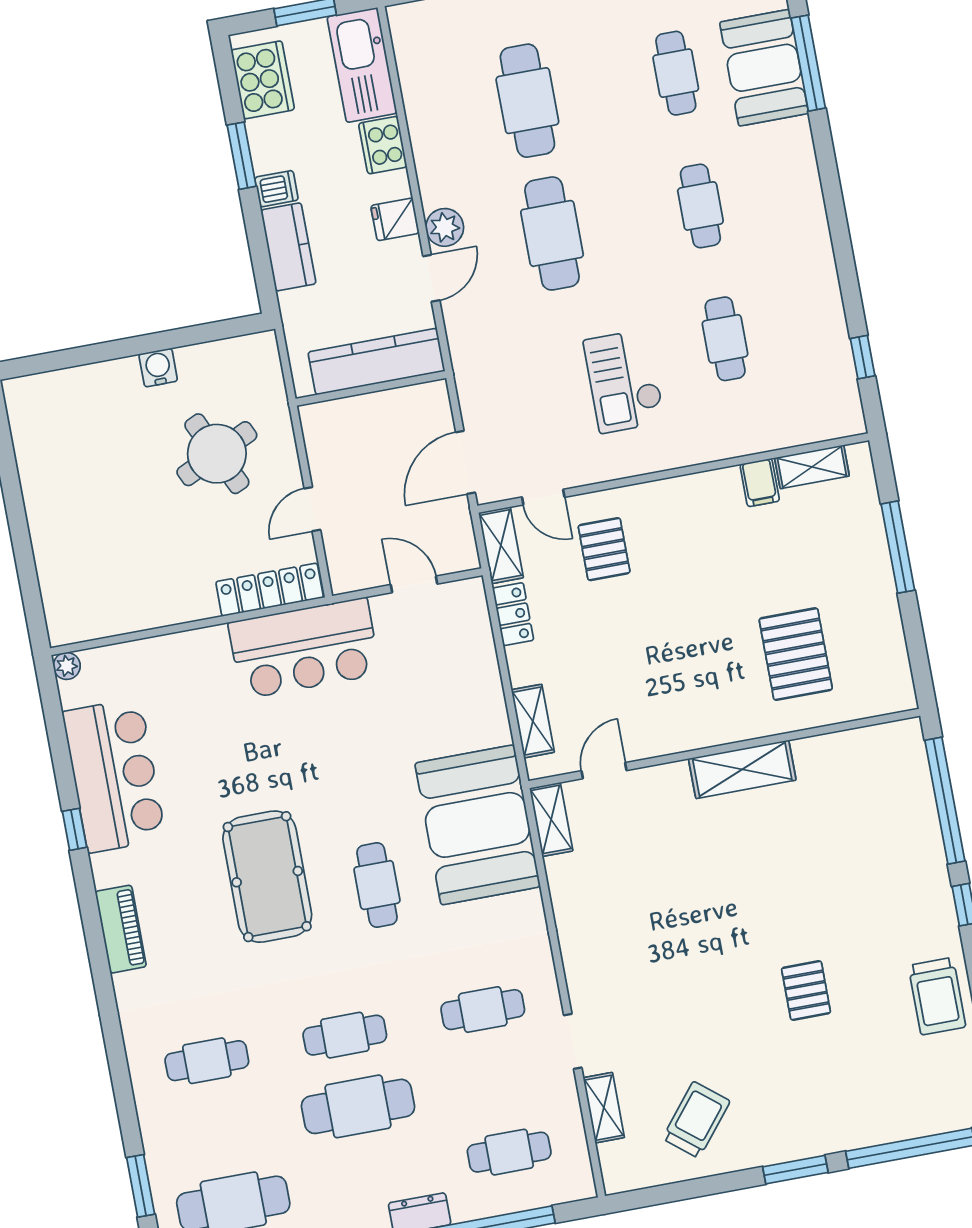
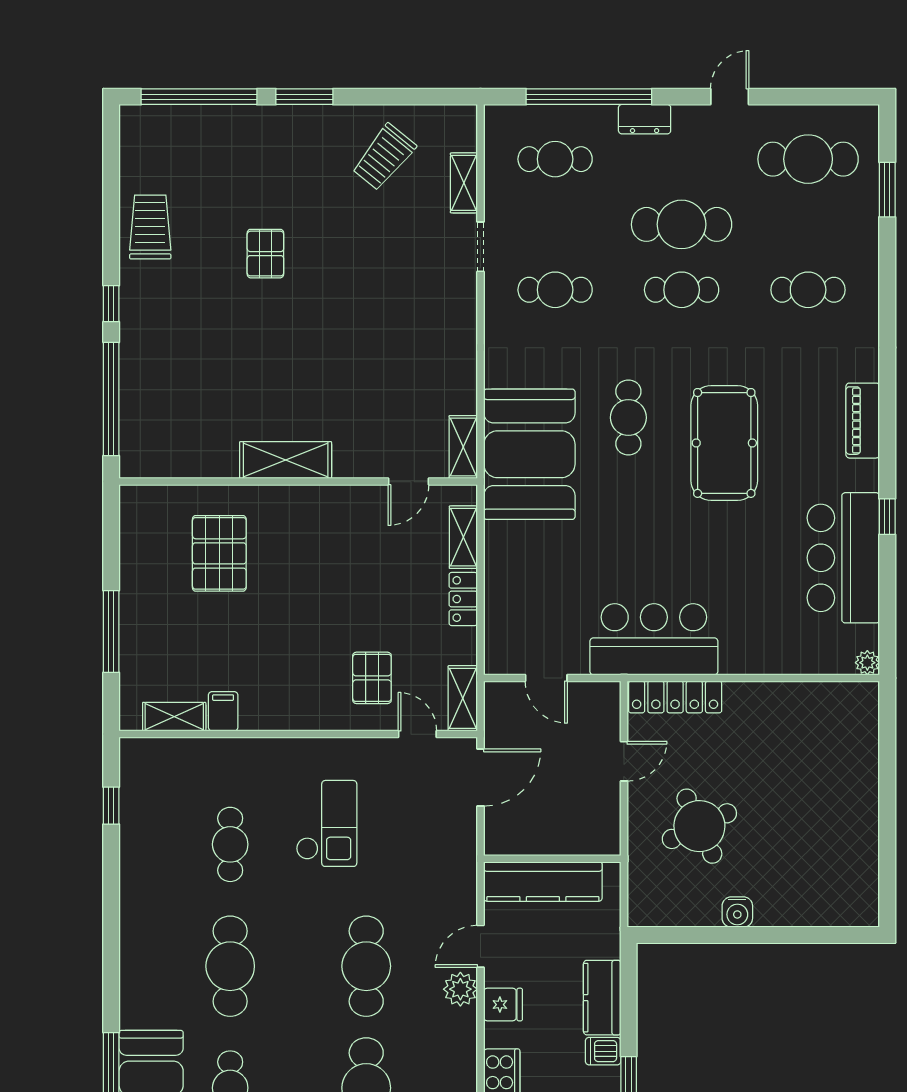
cafe table: (700, 206) -> (230, 966), width x1.37, depth x1.35
locker: (513, 614) -> (463, 599), moved

